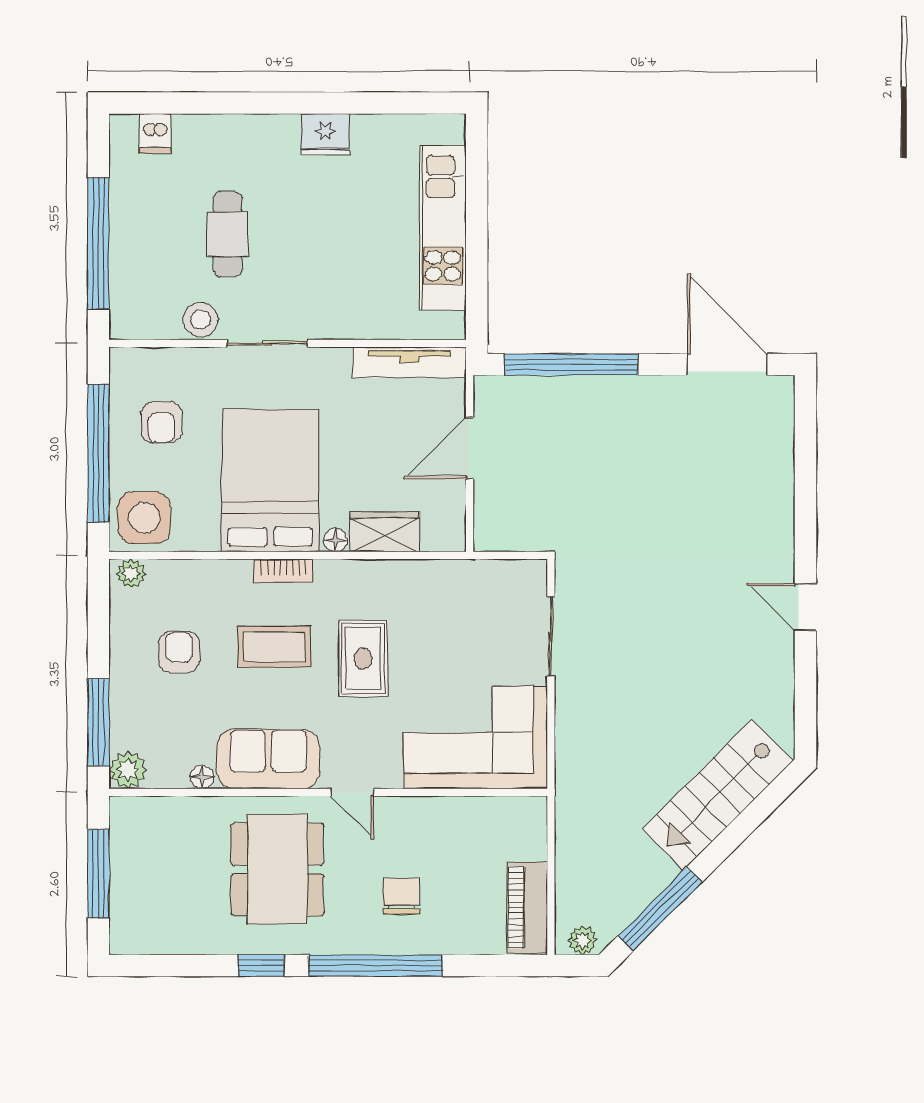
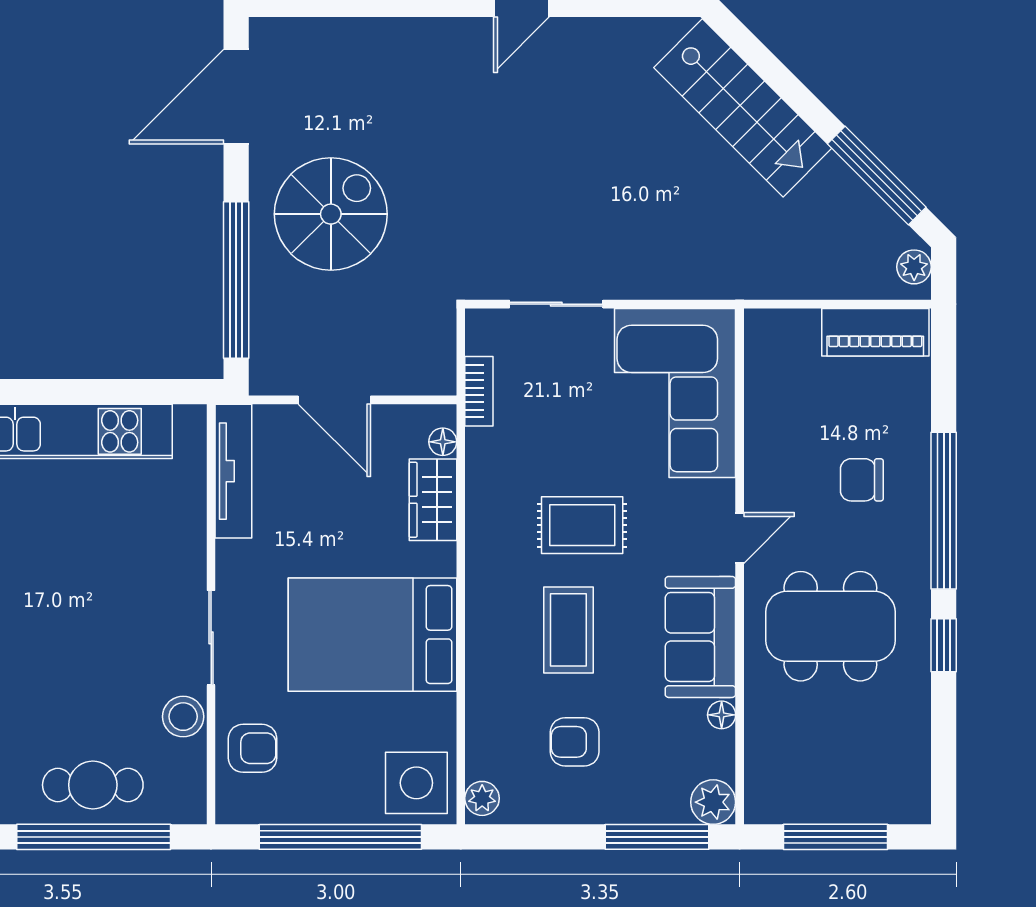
cafe table: (228, 234) -> (93, 785), moved
armchair: (162, 423) -> (253, 748), moved
spiral stairs: (627, 445) -> (331, 214), added
floor lamp: (335, 540) -> (443, 442), moved
bookcase: (283, 571) -> (479, 391), moved

